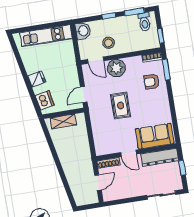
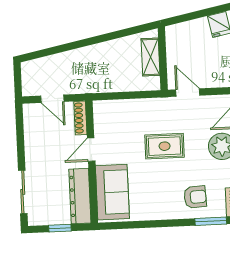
armchair: (152, 82) -> (195, 197), turned 87
dishwasher: (45, 100) -> (186, 33), removed

